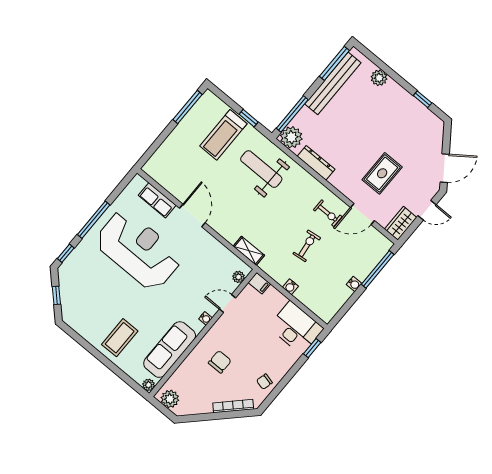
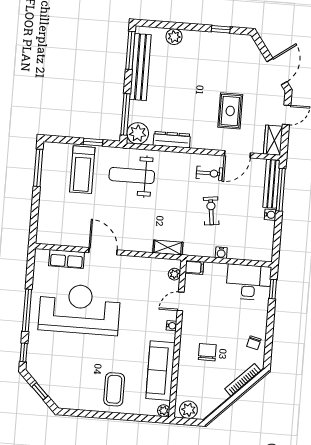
bench: (373, 259) -> (271, 184), added

